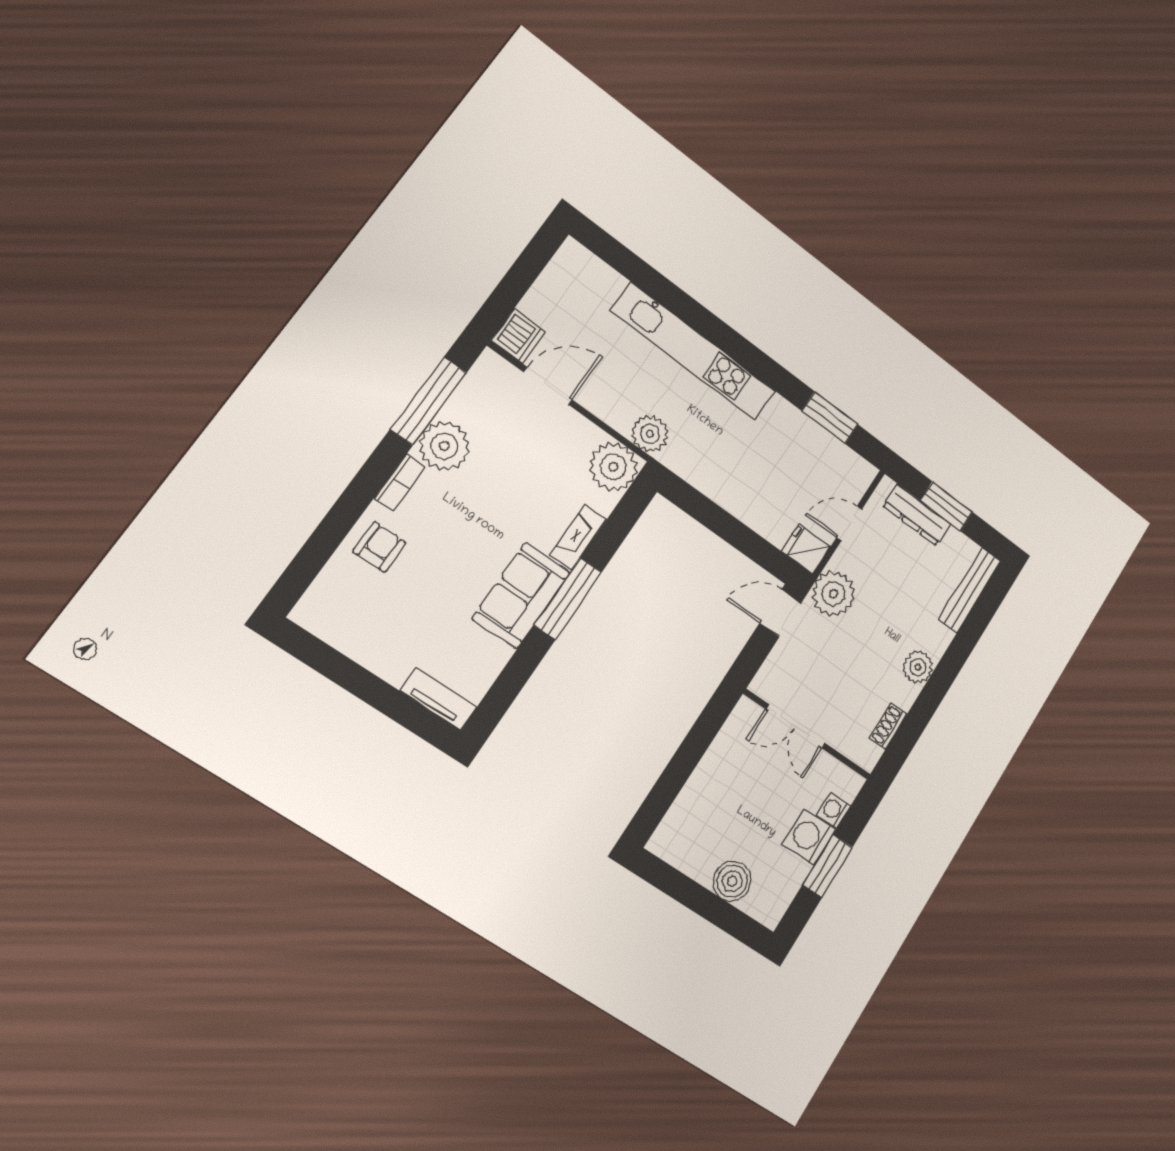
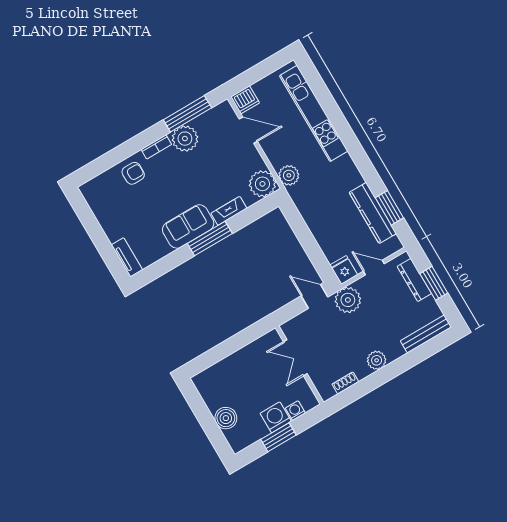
kitchen unit: (694, 351) -> (314, 113), moved
kitchen counter: (809, 437) -> (373, 213), added

